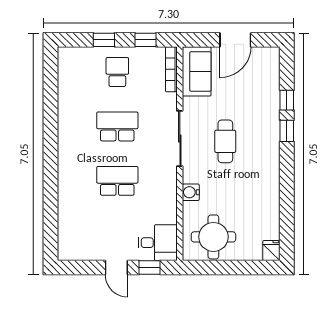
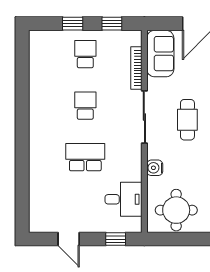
bookcase: (171, 69) -> (136, 68), moved
school desk: (117, 126) -> (85, 106), width x0.54
desk: (158, 243) -> (124, 199), moved
door: (116, 268) -> (69, 239), moved

